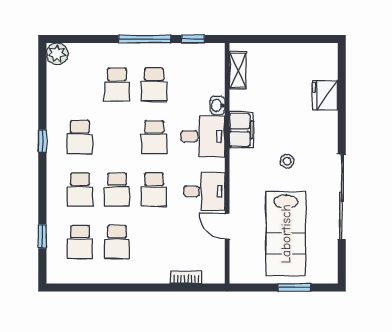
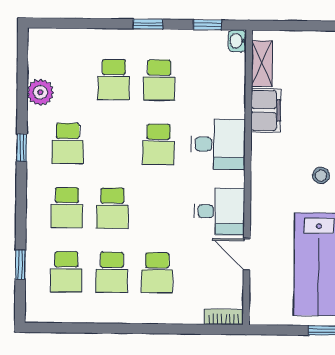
window: (144, 39) -> (148, 24), width x0.46
plant: (57, 54) -> (40, 92), moved
washbasin: (217, 105) -> (237, 41), moved
filing cabinet: (241, 130) -> (266, 110), moved
school desk: (154, 190) -> (157, 273), moved
bookcase: (186, 277) -> (224, 317), moved

